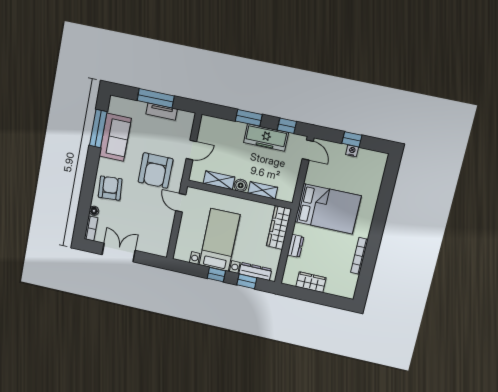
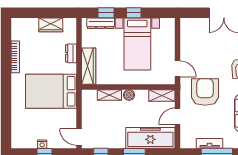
freezer: (266, 138) -> (150, 138), moved, width x1.36, depth x1.26
shelving: (219, 180) -> (162, 95), moved

